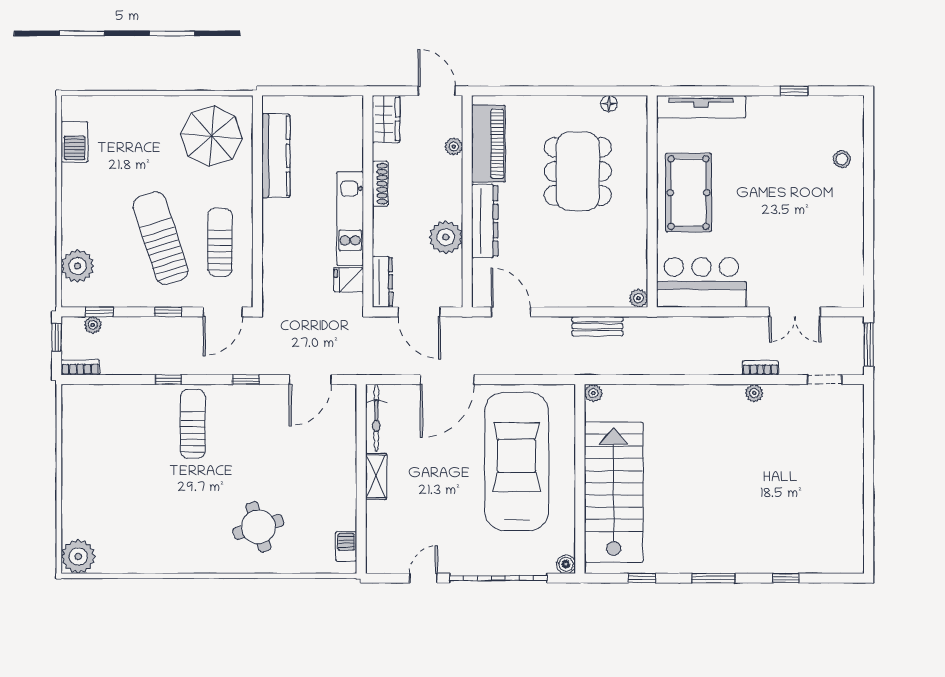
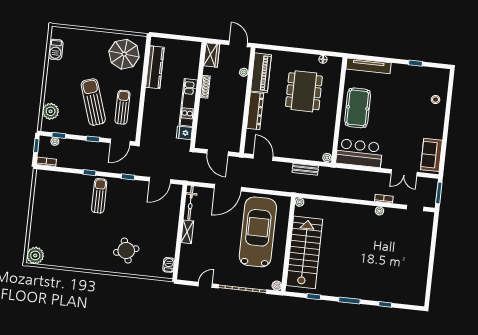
plant: (446, 237) -> (235, 117), removed
sofa: (846, 270) -> (431, 155), added
dresser: (382, 282) -> (201, 136), removed

